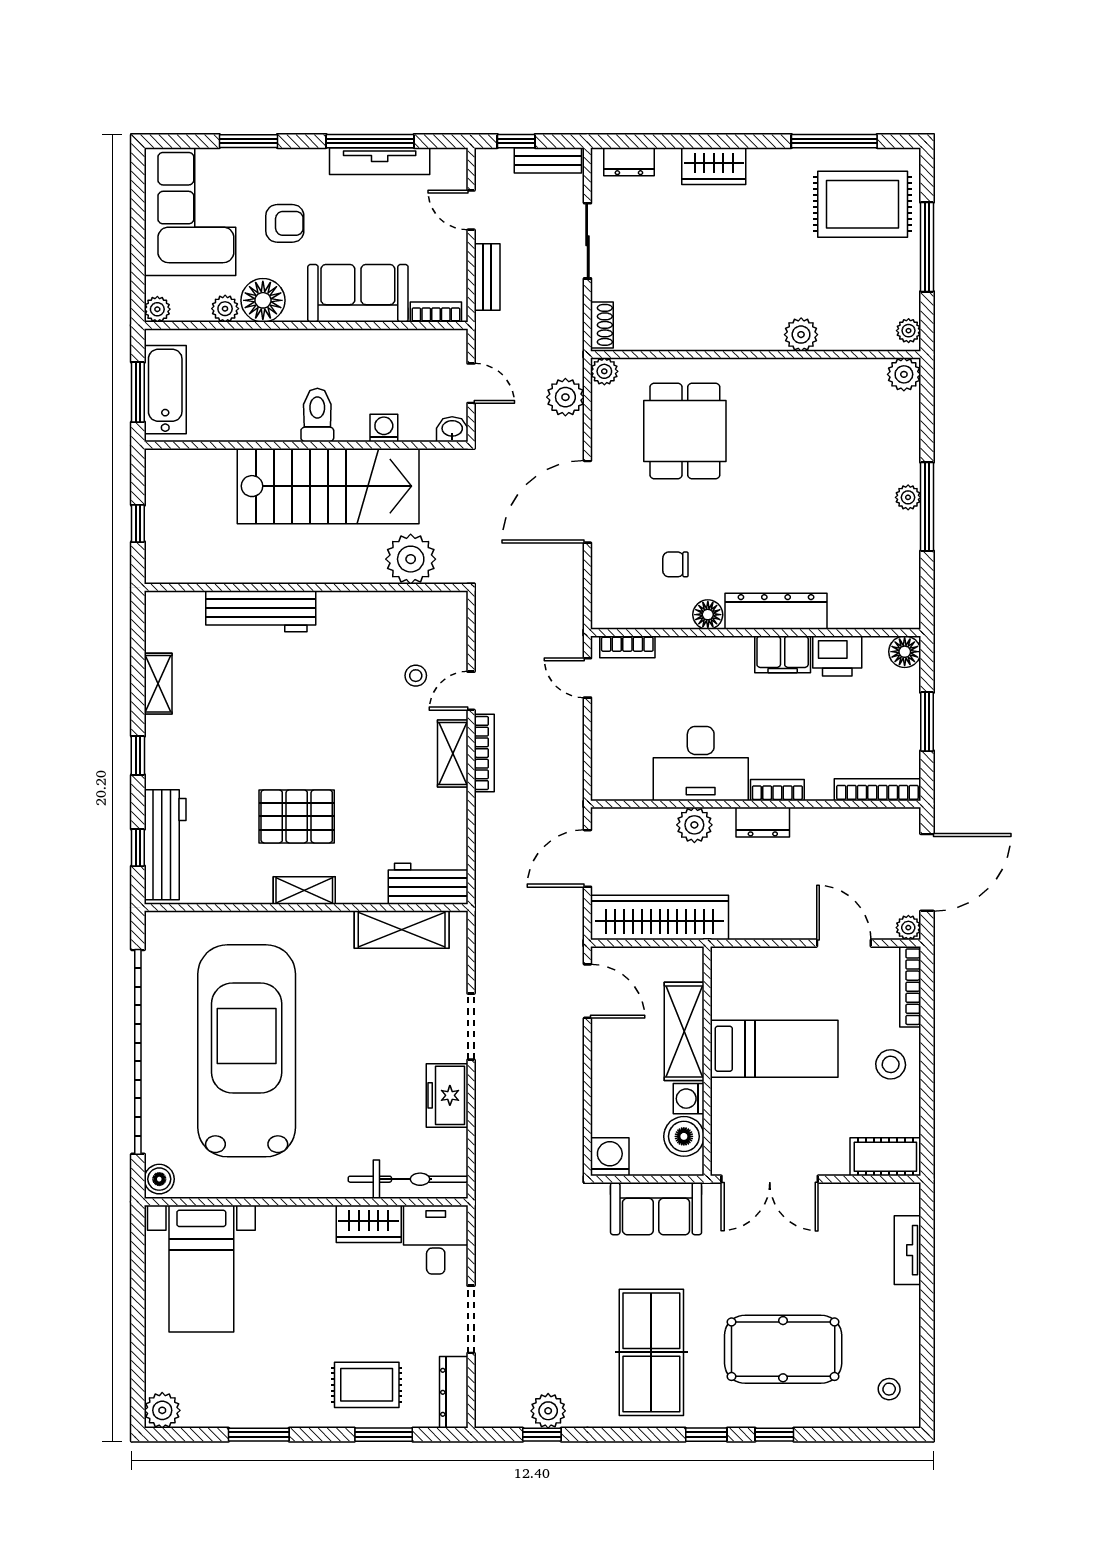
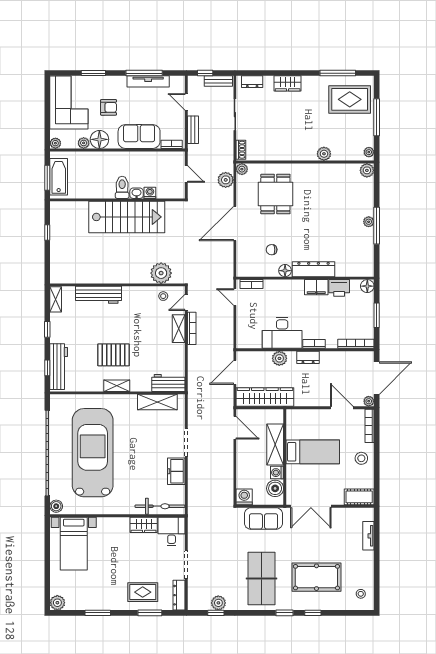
washbasin: (452, 429) -> (137, 193), moved
plant: (411, 559) -> (161, 273), moved
wall: (306, 587) -> (117, 285), moved
workbench: (261, 611) -> (99, 295), moved

